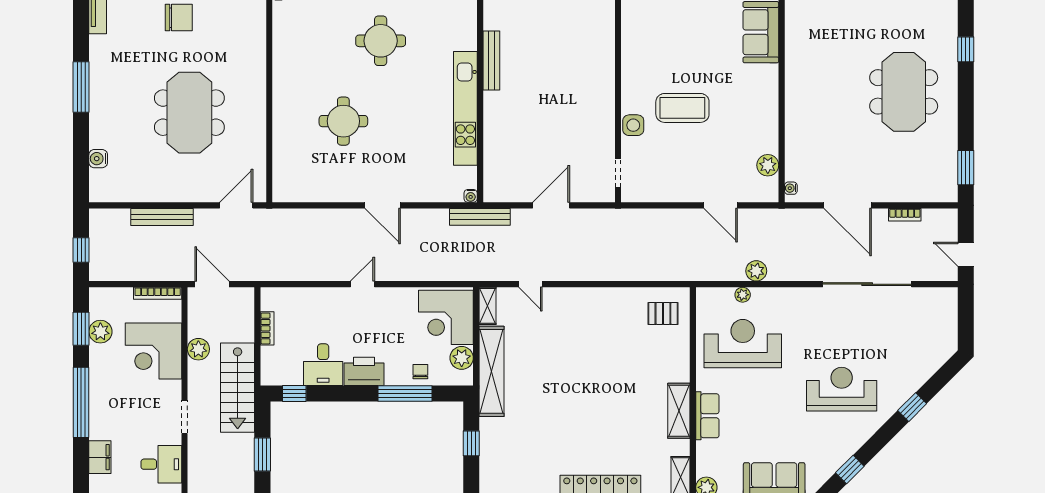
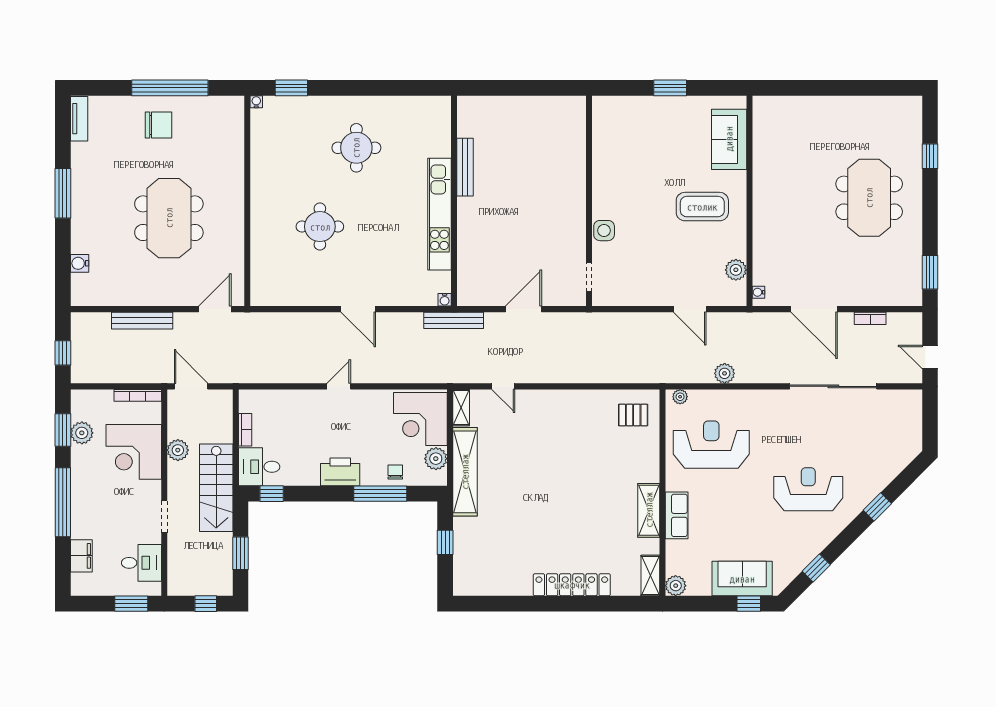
coffee table: (682, 108) -> (702, 207), moved
plant: (743, 295) -> (680, 397), moved
desk: (323, 365) -> (259, 467), moved, turned 90

